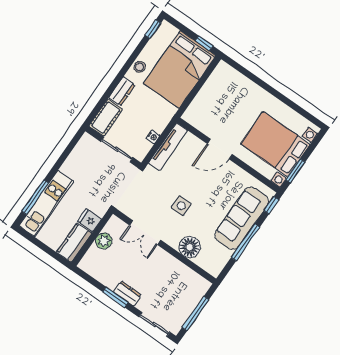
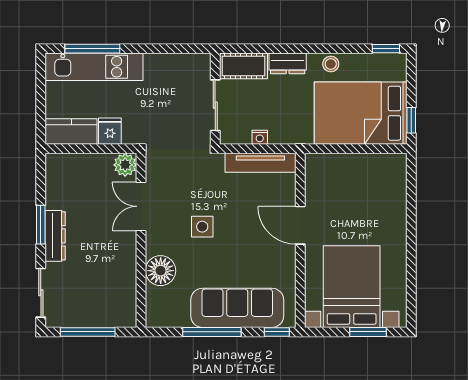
window: (295, 171) -> (368, 332), moved
plant: (104, 241) -> (125, 165), moved
dresser: (128, 293) -> (55, 236), width x1.44

